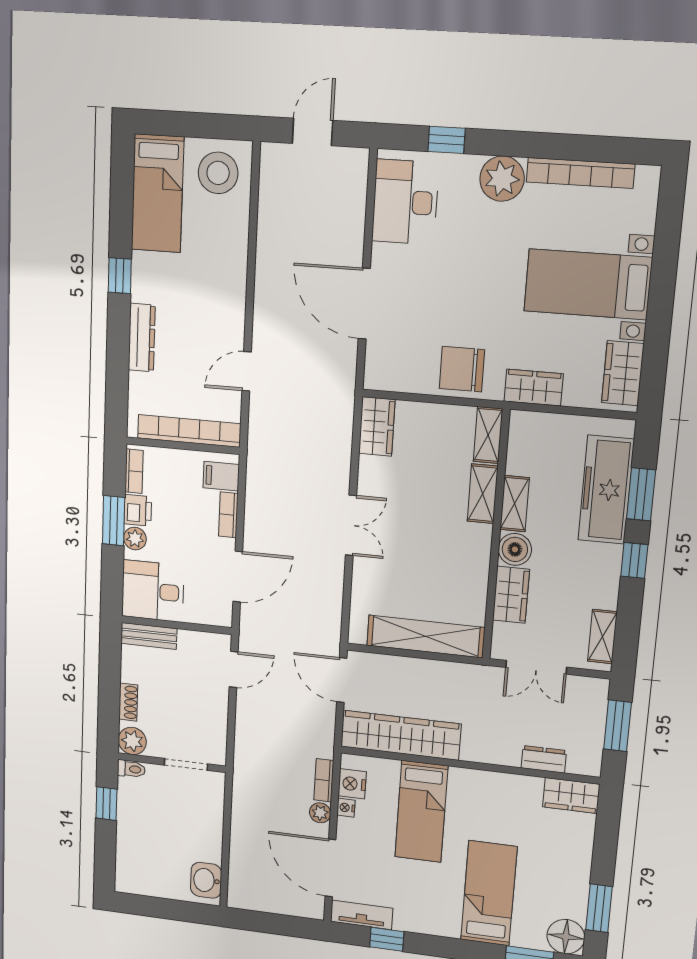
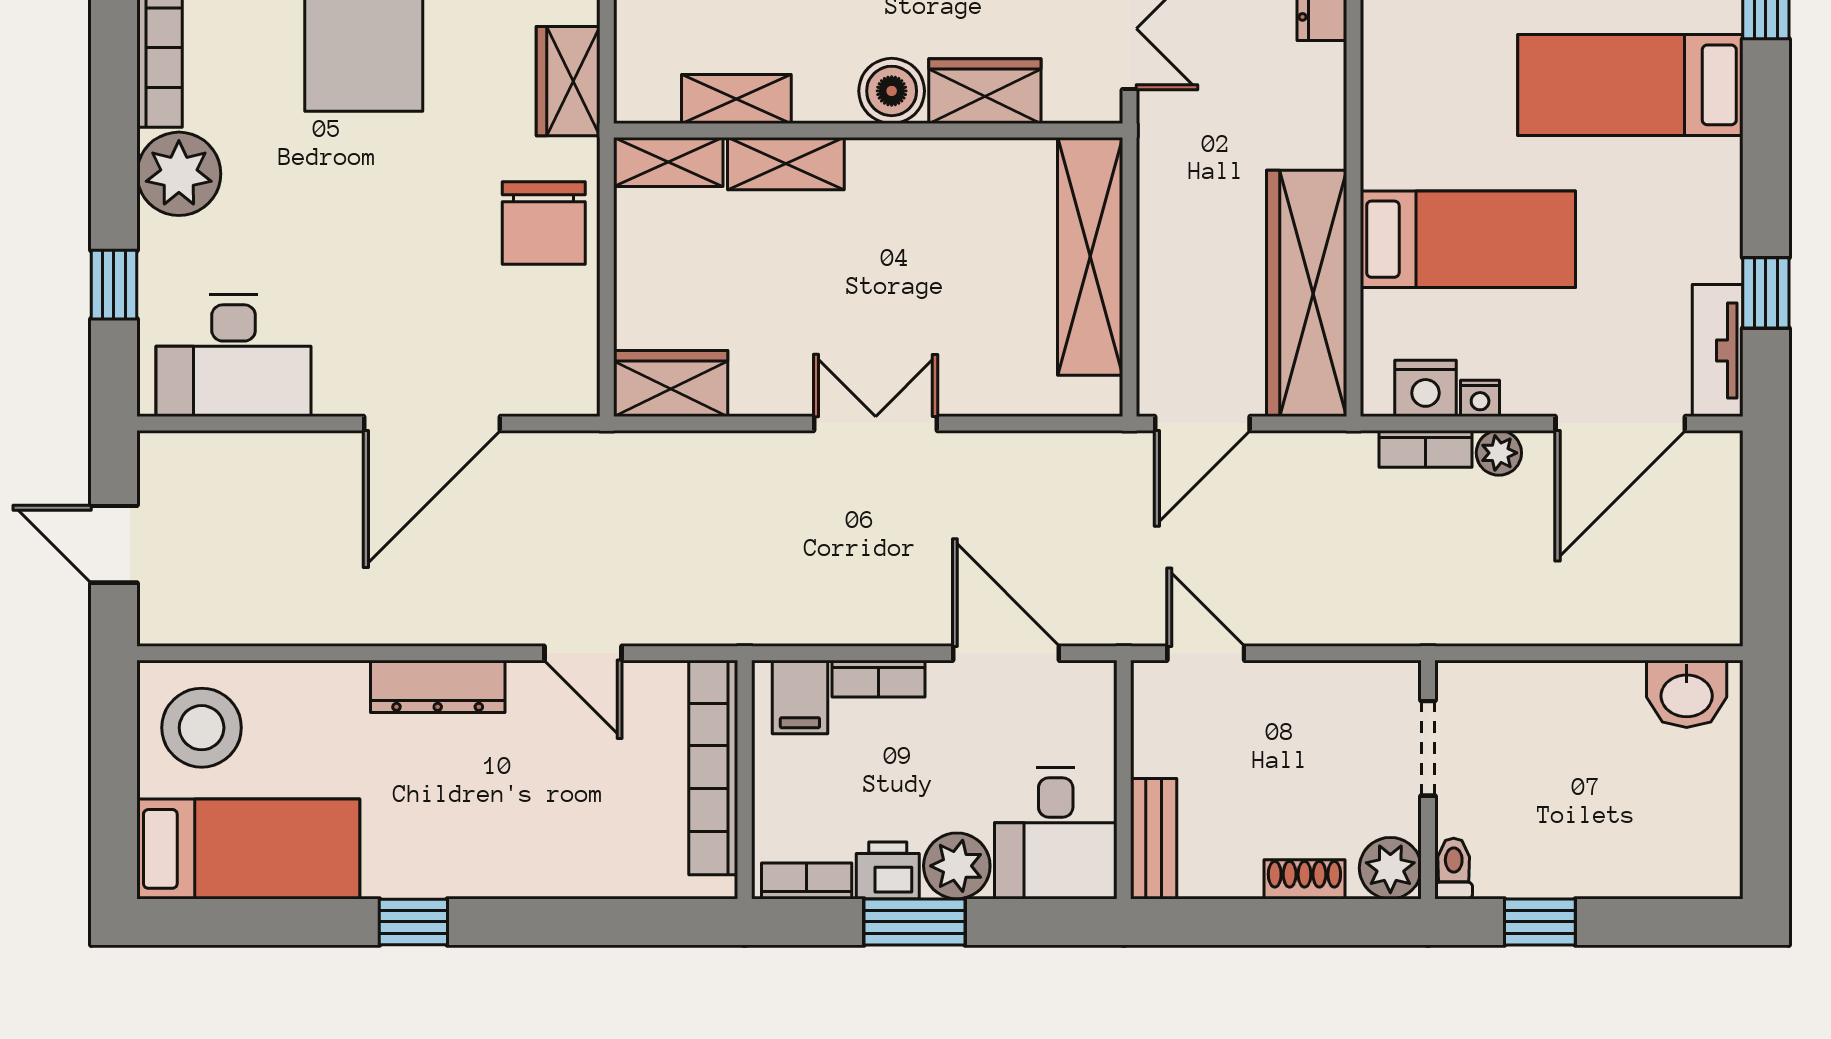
dresser: (142, 338) -> (438, 686), moved, turned 180
shelving: (515, 504) -> (736, 99), moved
plant: (135, 539) -> (957, 866), width x1.38, depth x1.38

